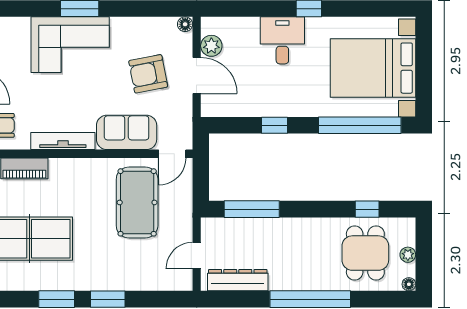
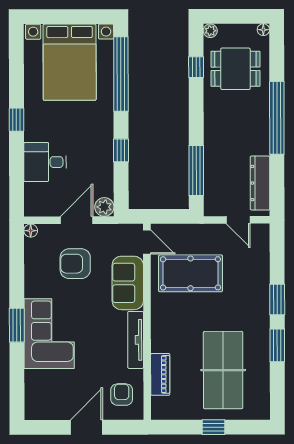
desk: (282, 40) -> (45, 162), moved
plant: (211, 46) -> (104, 207), moved
armchair: (148, 74) -> (75, 264), turned 101
plant: (408, 255) -> (210, 31), moved

